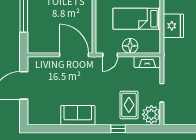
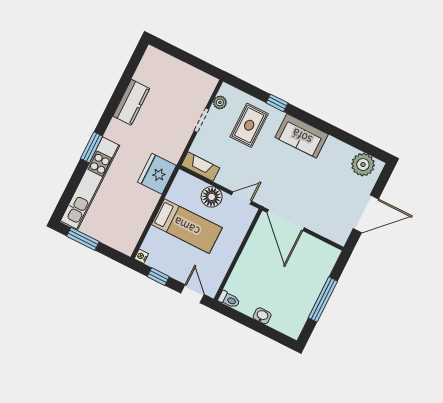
fridge: (173, 26) -> (157, 174), moved
sofa: (78, 115) -> (302, 136), moved
plant: (151, 115) -> (220, 102), width x0.53, depth x0.53
plant: (42, 116) -> (363, 165), added

